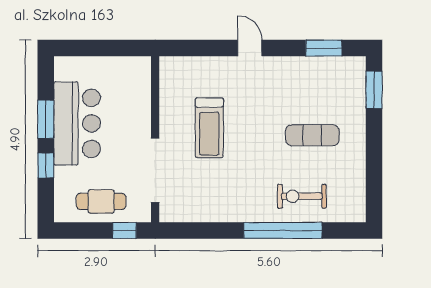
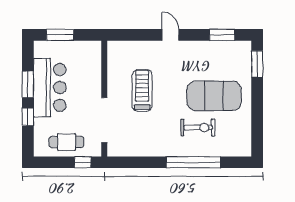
window: (92, 48) -> (60, 35), added
treadmill: (209, 128) -> (142, 90), turned 180
exercise mat: (312, 135) -> (214, 96), width x2.00, depth x1.45
exercise bike: (302, 196) -> (198, 128), moved, turned 180

